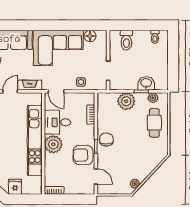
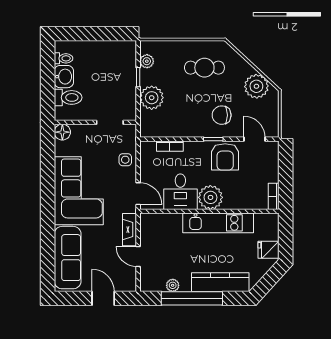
floor lamp: (90, 36) -> (62, 132), moved
washbasin: (146, 83) -> (64, 77), moved, turned 180
door: (56, 91) -> (138, 194), hinge flipped
cafe table: (154, 123) -> (204, 68), moved
chair: (106, 139) -> (222, 115), moved
kitchen unit: (35, 140) -> (218, 223), width x0.73
door: (96, 176) -> (255, 139), hinge flipped
plant: (135, 184) -> (256, 86), width x1.88, depth x1.88

